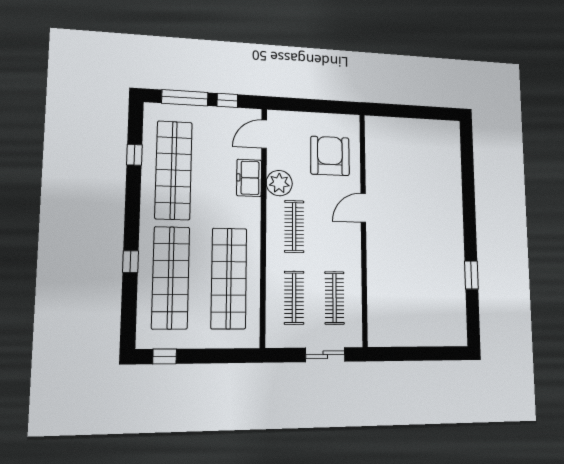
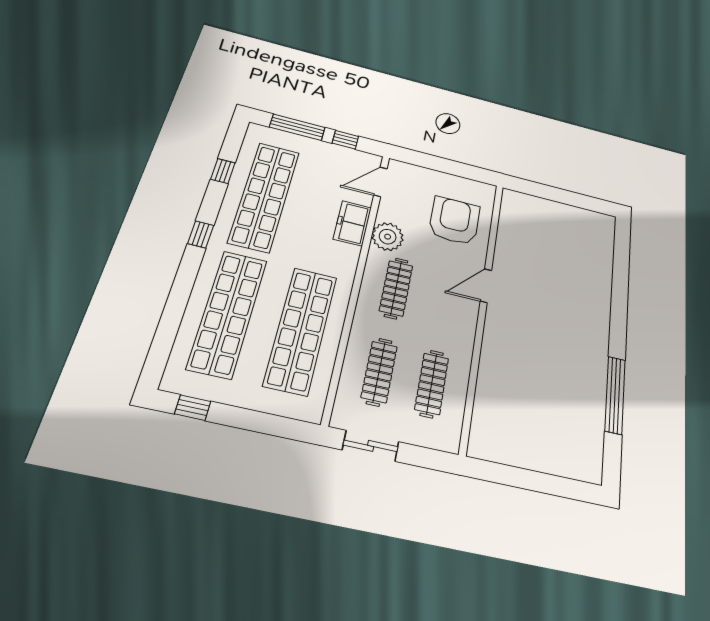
window: (131, 262) -> (201, 234), moved
window: (471, 275) -> (615, 395), width x2.11
sliding door: (325, 355) -> (371, 446), moved

